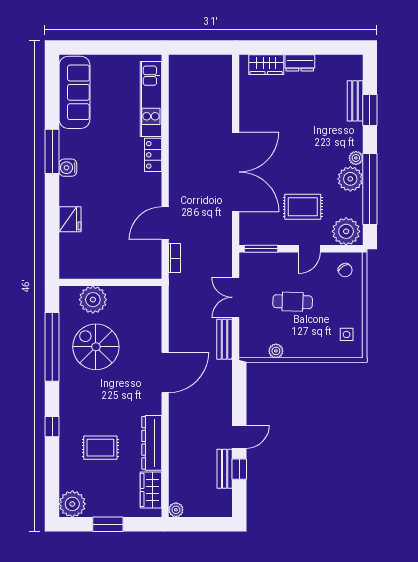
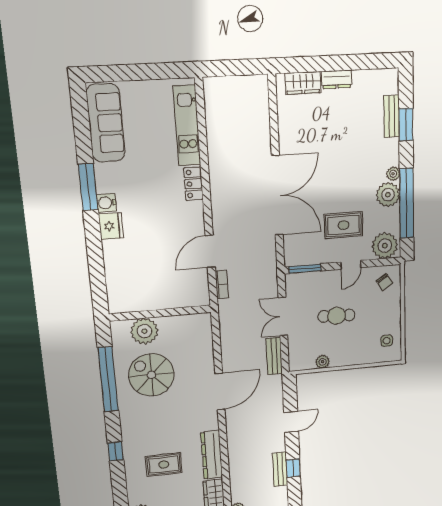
fridge: (70, 219) -> (111, 226), moved
door: (239, 437) -> (291, 422), moved

